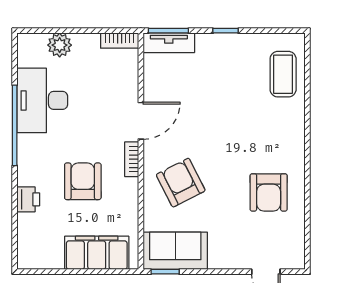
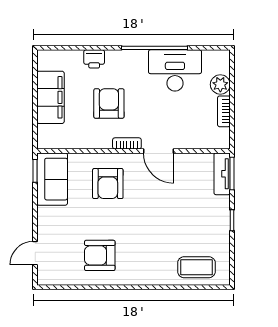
bookcase: (120, 41) -> (224, 111), moved
armchair: (83, 181) -> (109, 103), turned -90
armchair: (181, 183) -> (108, 184), turned 117
filing cabinet: (97, 253) -> (50, 97), moved

